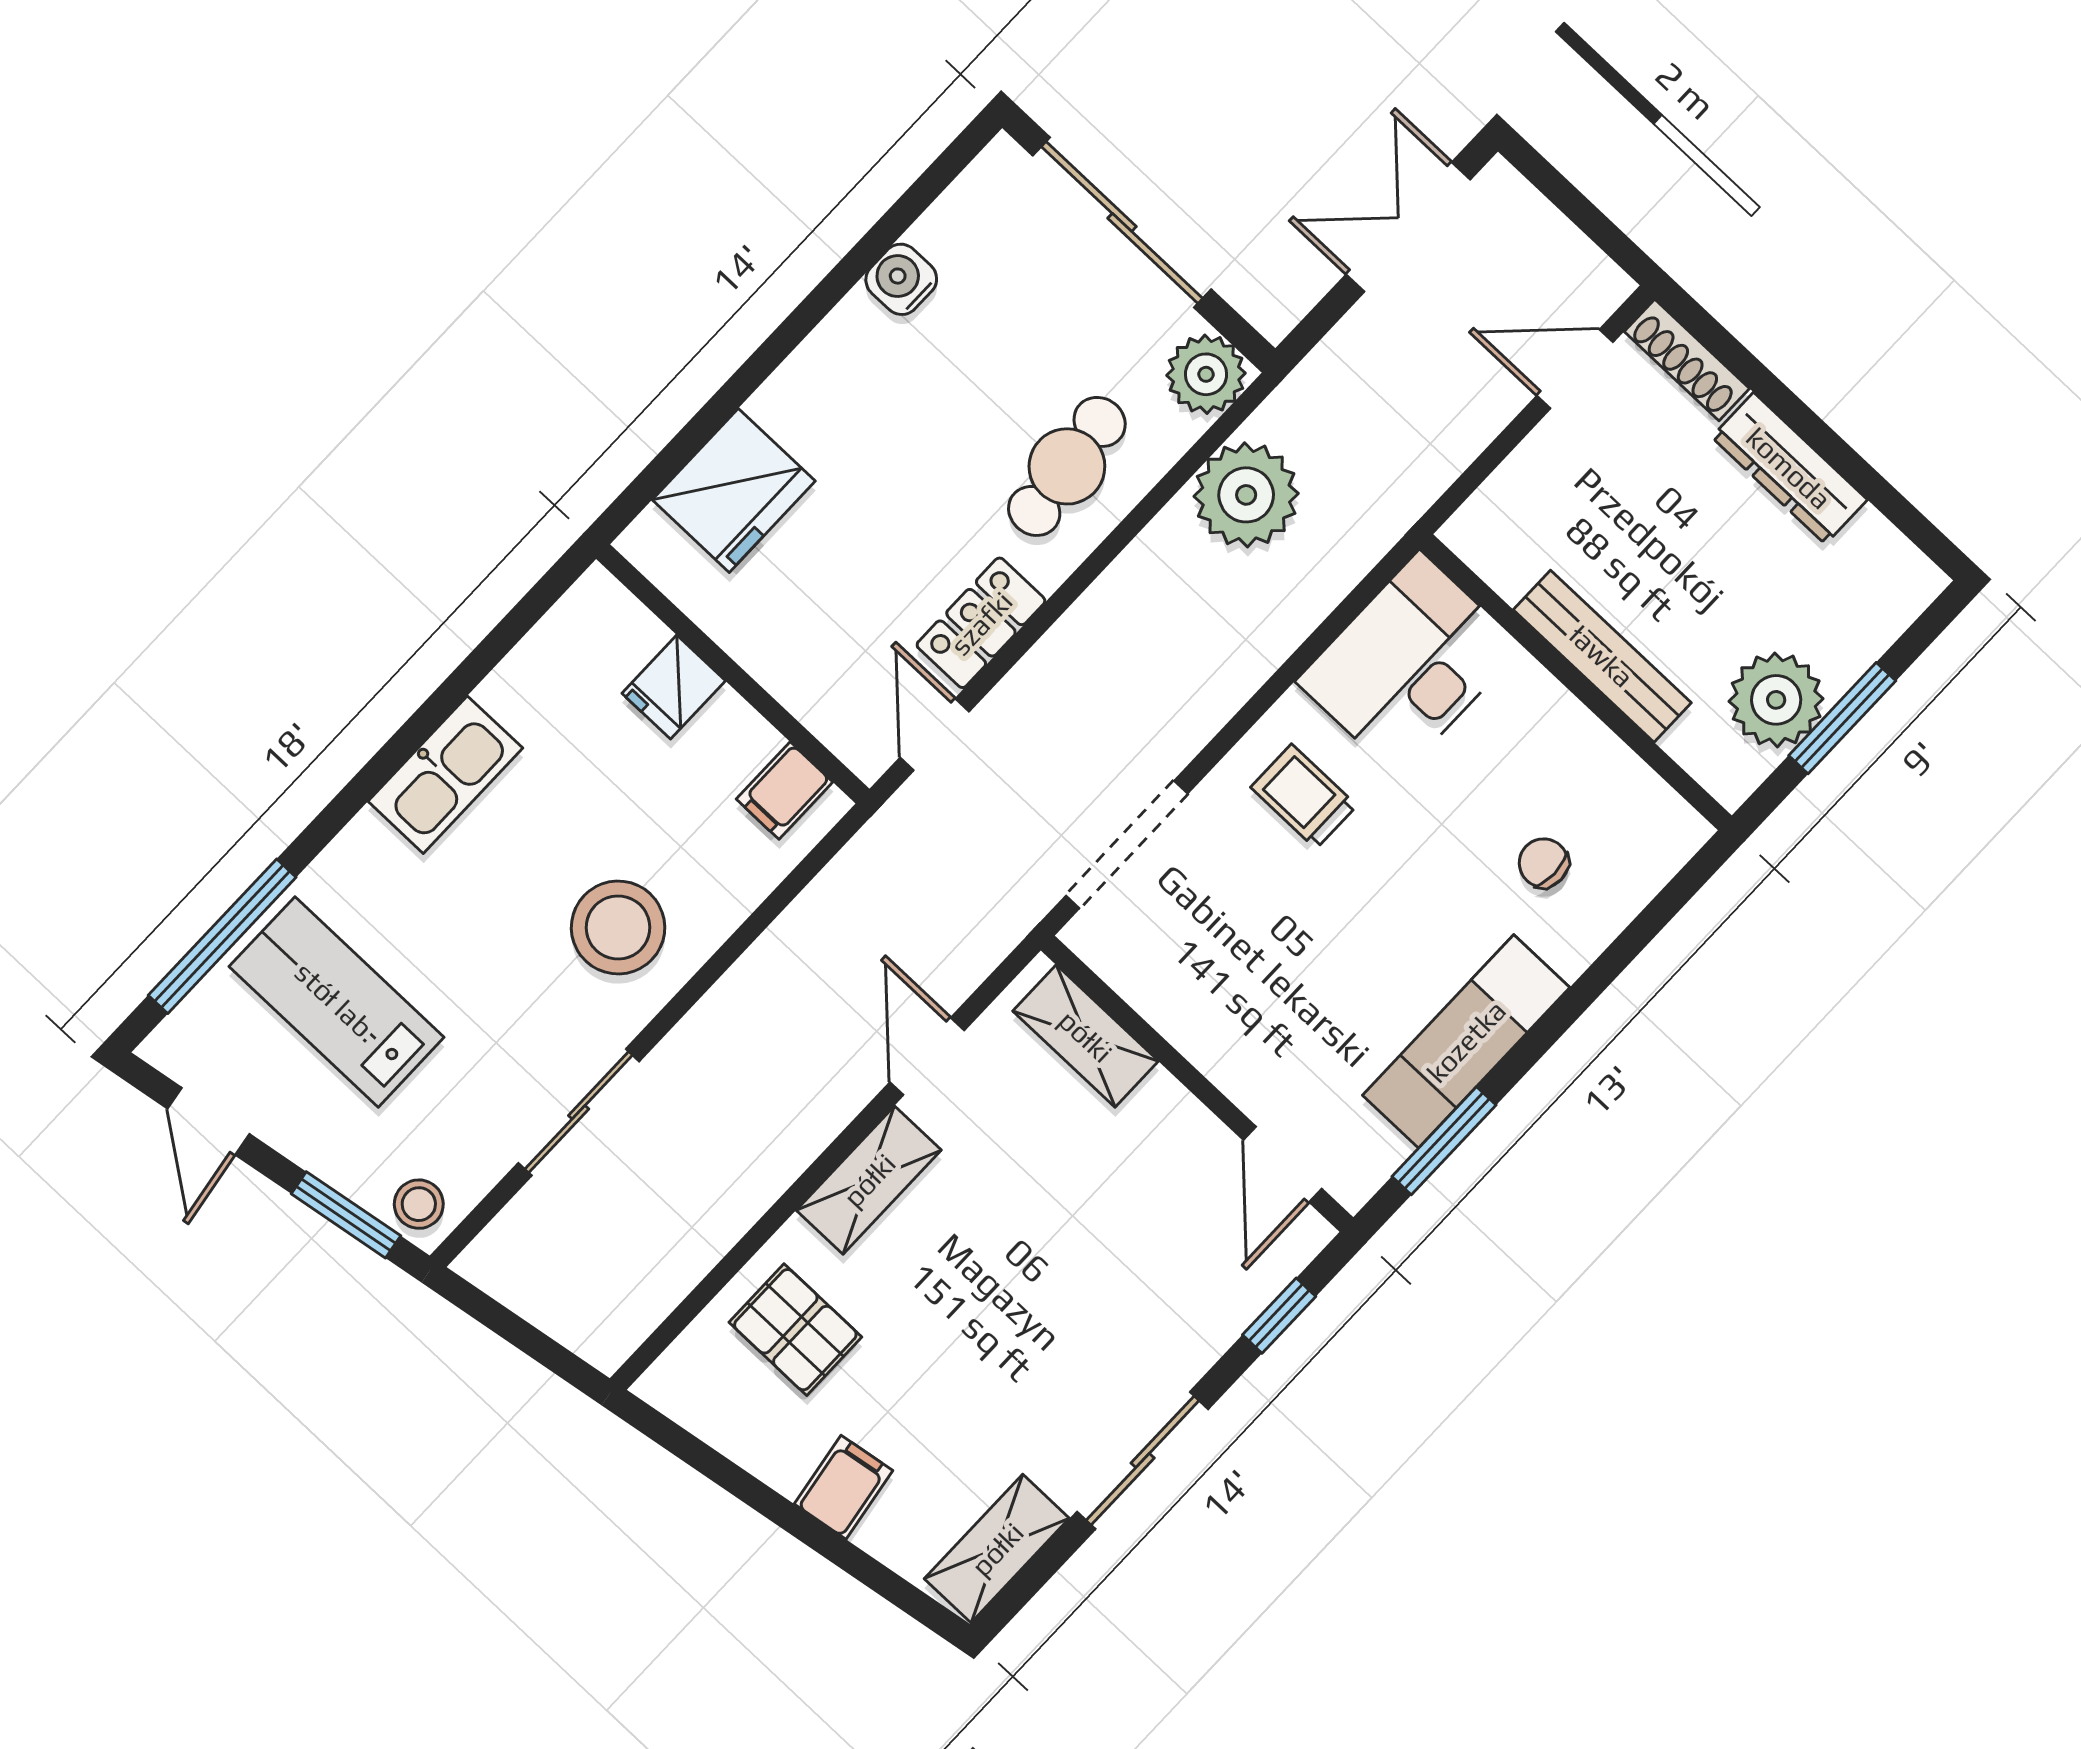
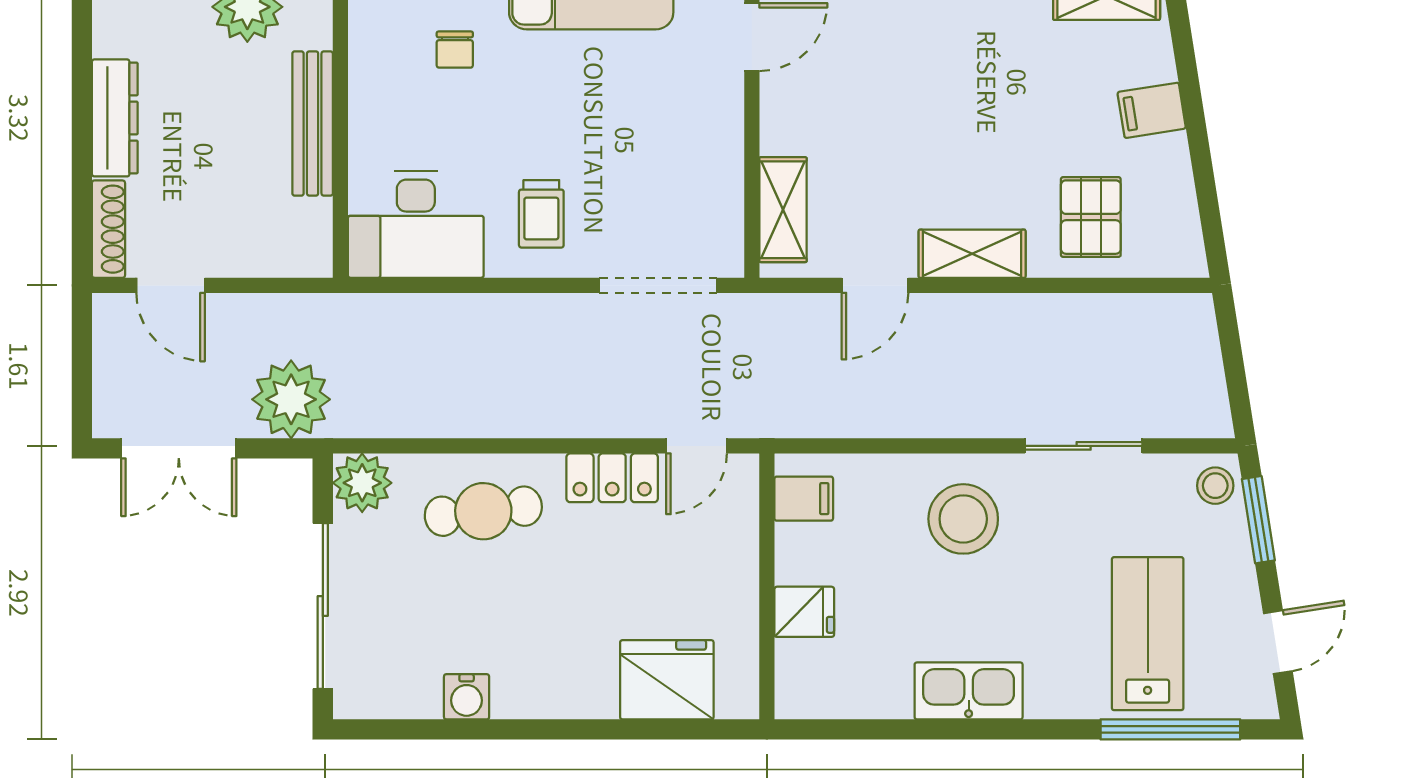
plant: (1246, 495) -> (291, 399), moved
lab bench: (337, 1002) -> (1148, 634), turned 180

